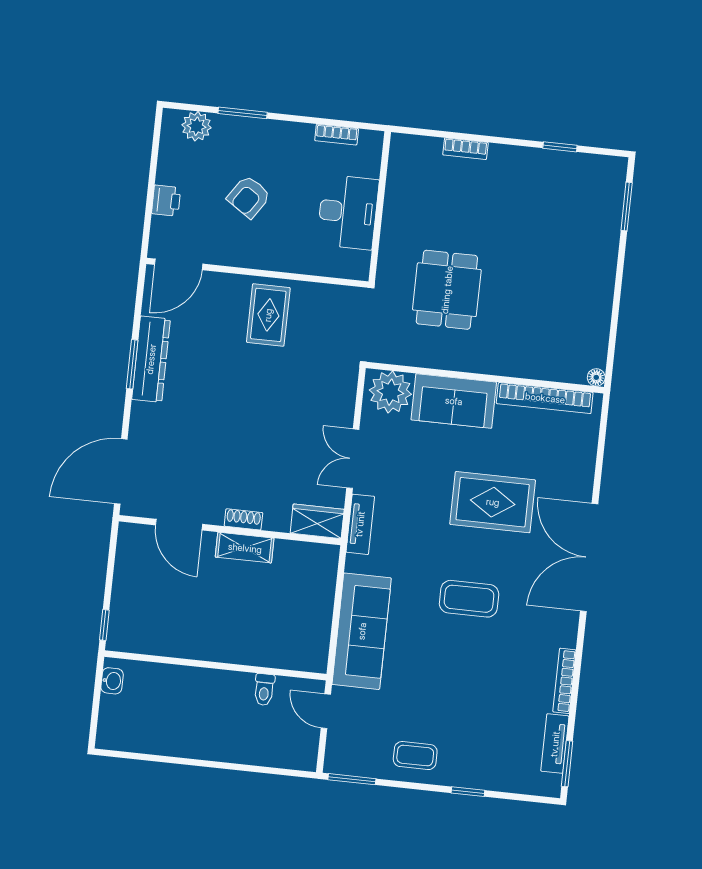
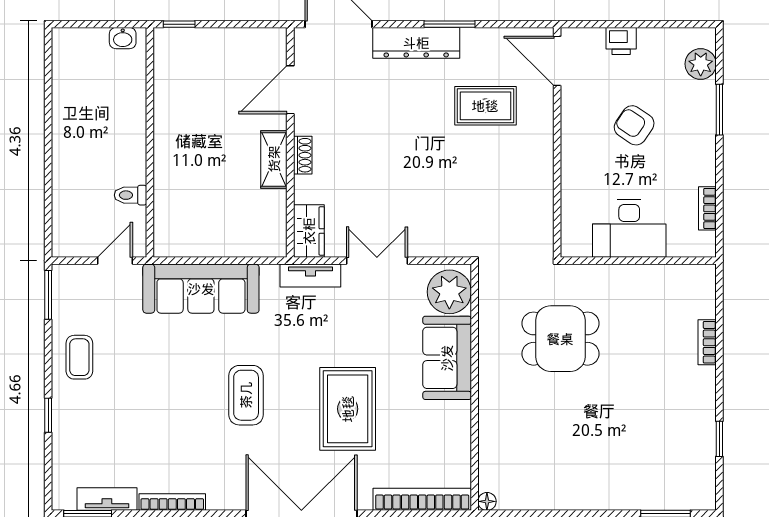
rug: (268, 315) -> (485, 106), moved
dresser: (151, 359) -> (416, 43), moved
bookcase: (545, 398) -> (422, 499), moved, turned 90

